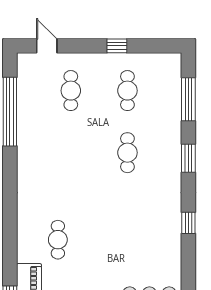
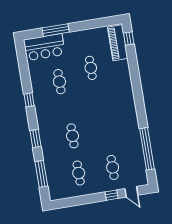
window: (117, 46) -> (112, 195), moved
cafe table: (58, 240) -> (91, 68), moved
cafe table: (134, 244) -> (59, 82), added

